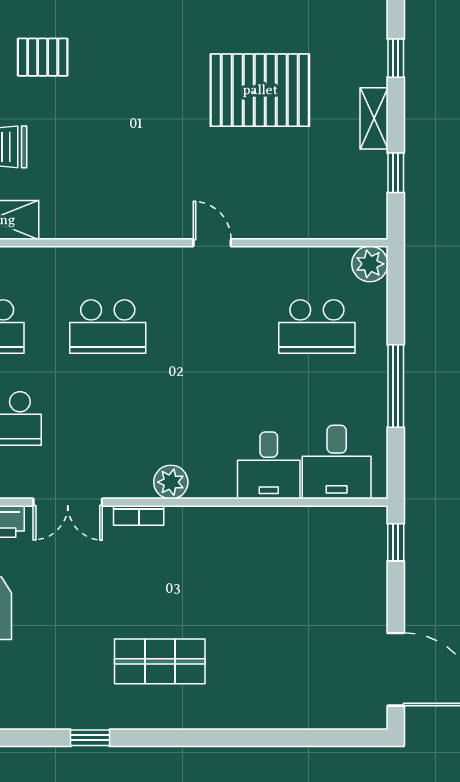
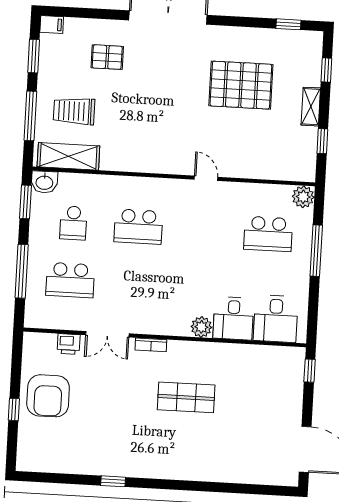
window: (396, 386) -> (316, 251), moved
plant: (171, 482) -> (201, 327), moved
shop shelf: (160, 661) -> (186, 397), moved

